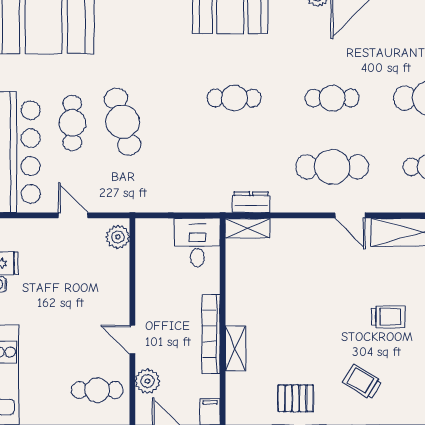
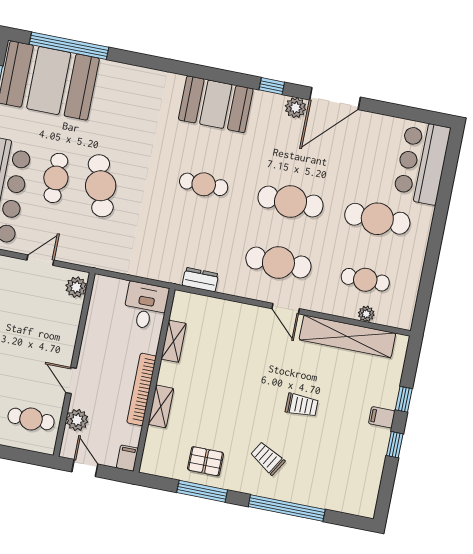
cafe table: (332, 98) -> (290, 202), width x1.37, depth x1.35
door: (73, 215) -> (40, 260), hinge flipped
shelving: (248, 228) -> (174, 341), moved, turned 90

